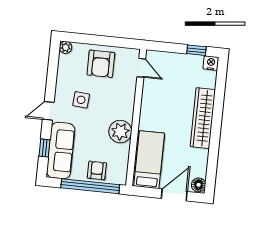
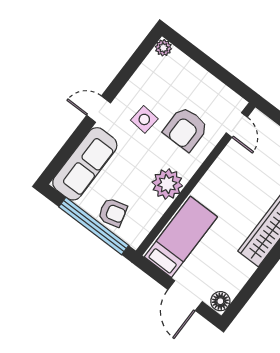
armchair: (101, 64) -> (186, 129), moved
window: (45, 148) -> (68, 149), removed
armchair: (97, 170) -> (113, 212), turned 75
door: (174, 195) -> (185, 296), swing flipped

